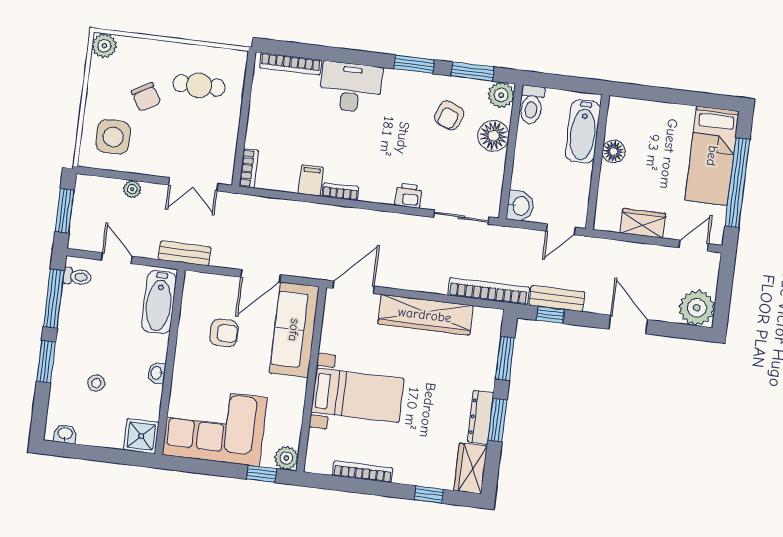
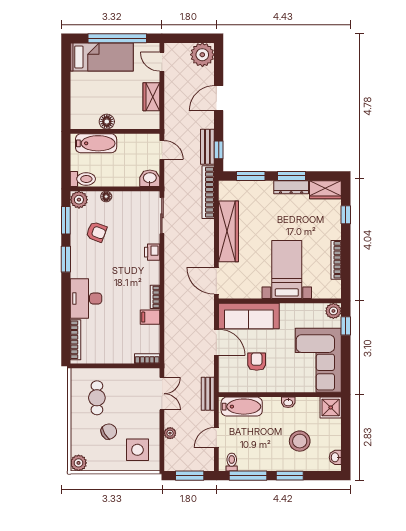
floor lamp: (494, 136) -> (106, 197), width x0.53, depth x0.53
stool: (96, 383) -> (300, 441), width x1.89, depth x1.89

